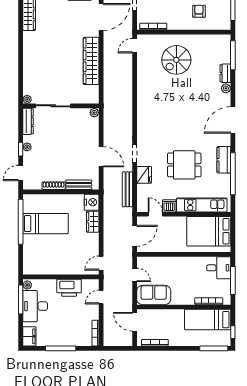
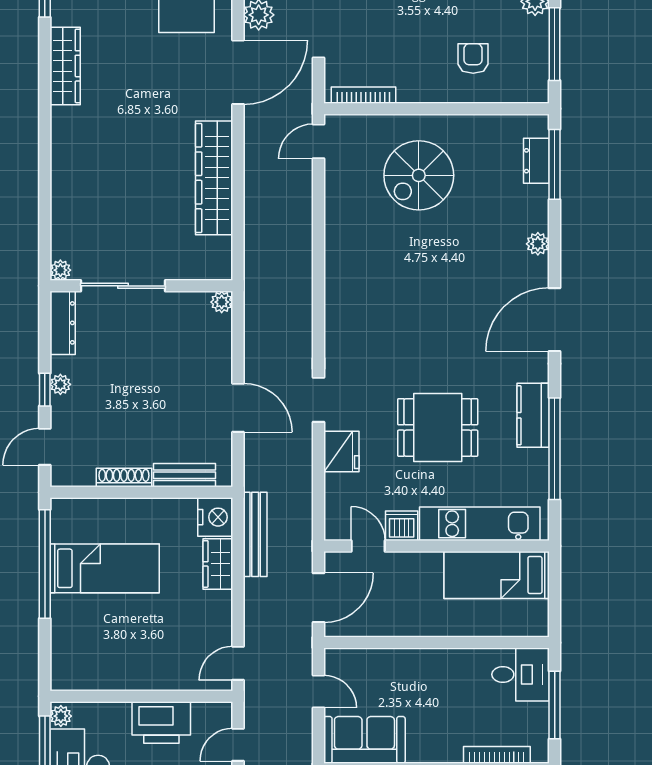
dresser: (225, 73) -> (536, 161), moved
bench: (127, 189) -> (255, 534), moved
bed: (209, 231) -> (497, 575), width x0.67

